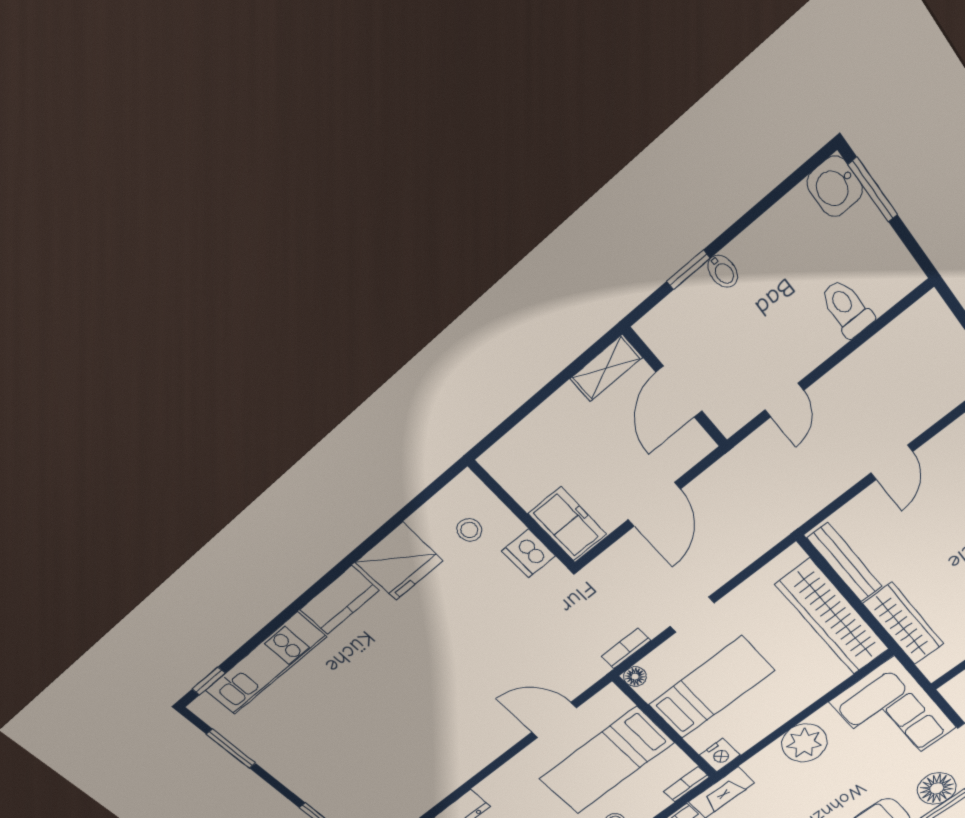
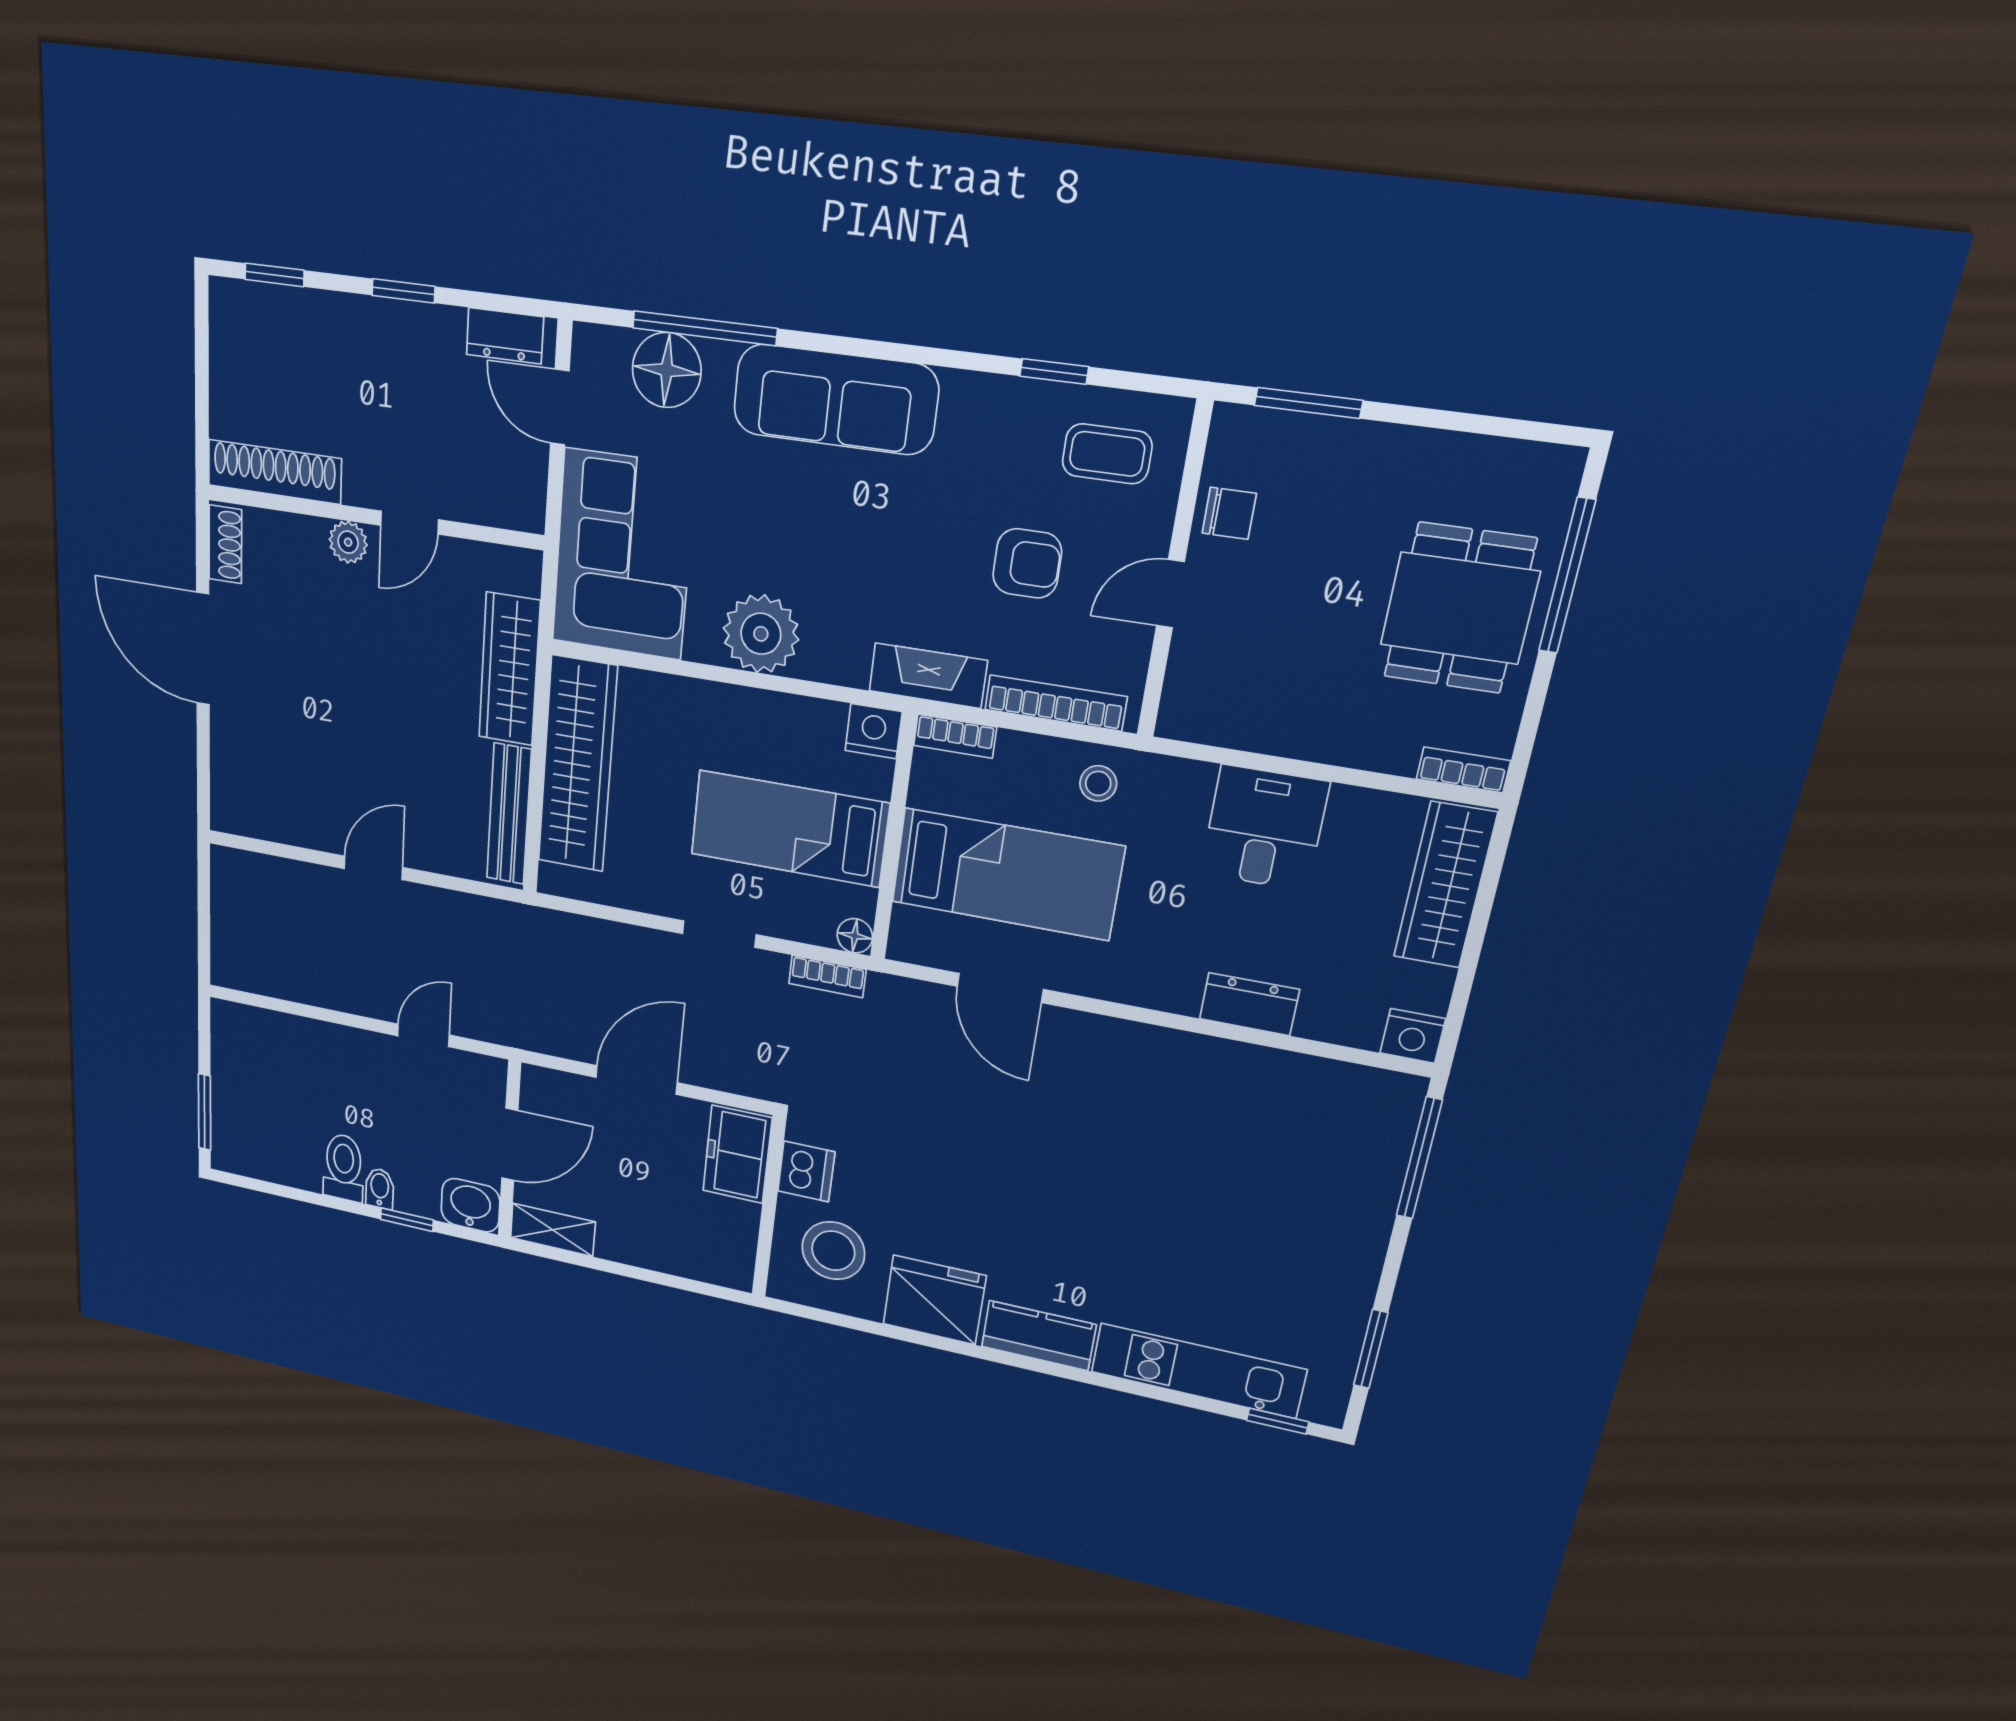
washbasin: (835, 186) -> (470, 1205), moved, turned -90
toilet: (847, 308) -> (343, 1168), moved, turned 180
stool: (469, 530) -> (833, 1251), width x1.89, depth x1.89

